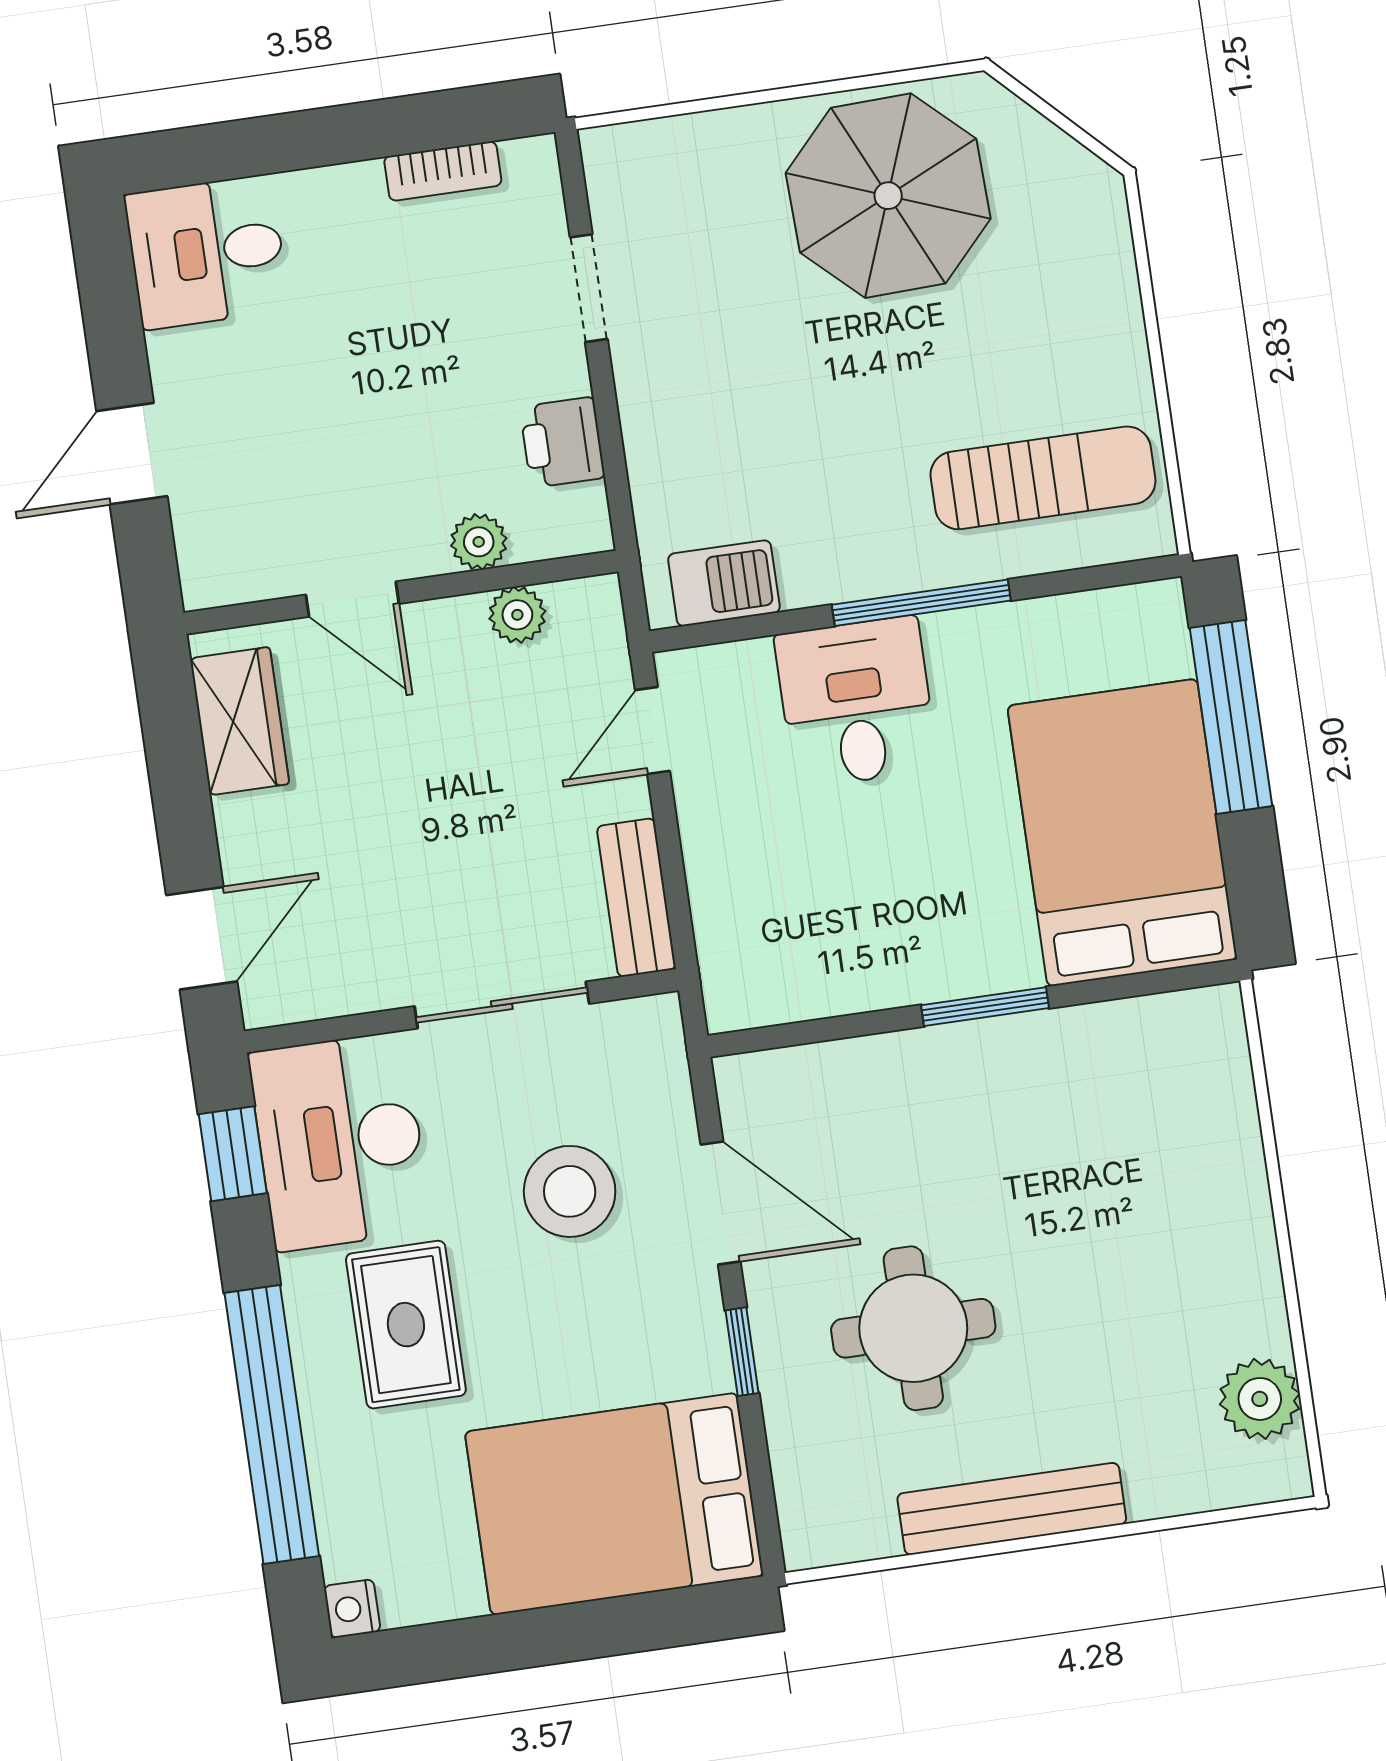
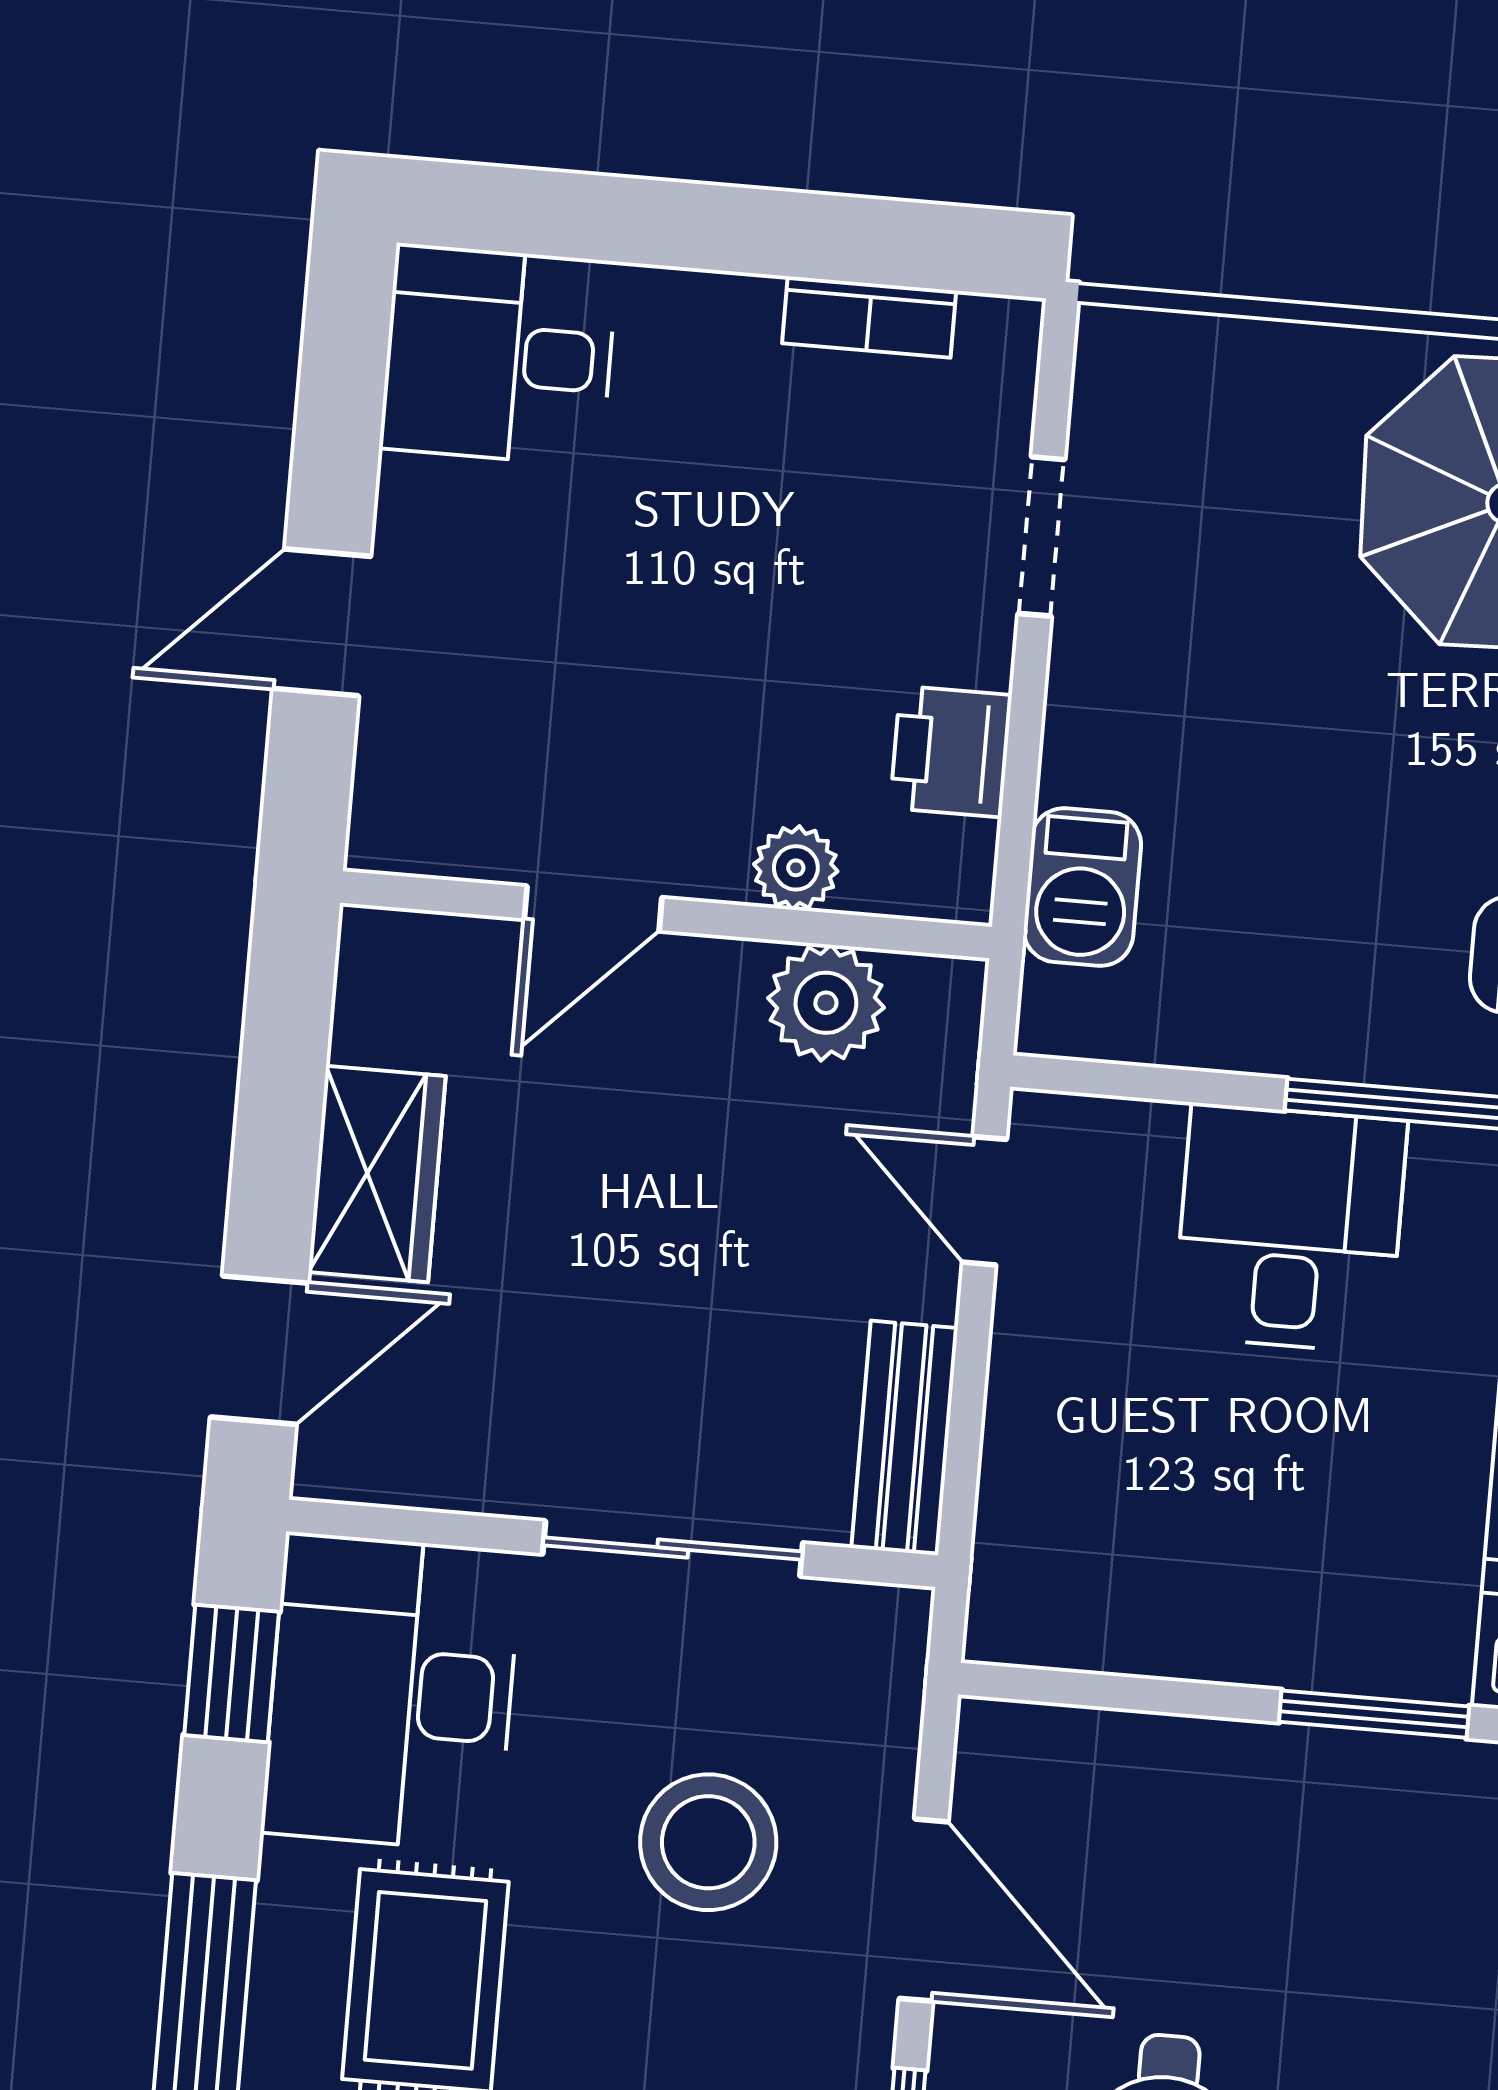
barbecue: (724, 583) -> (1082, 887), moved, turned 90
door: (352, 599) -> (593, 908), hinge flipped
plant: (517, 615) -> (826, 1003), width x1.38, depth x1.38
wardrobe: (240, 721) -> (377, 1174), moved
door: (652, 731) -> (984, 1201), hinge flipped

